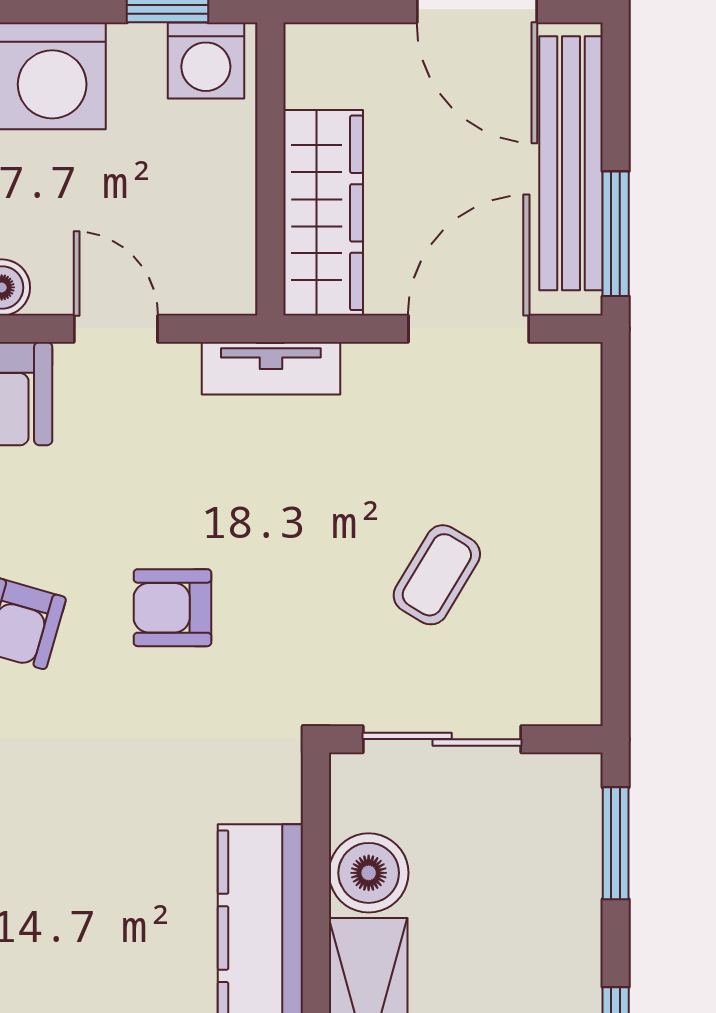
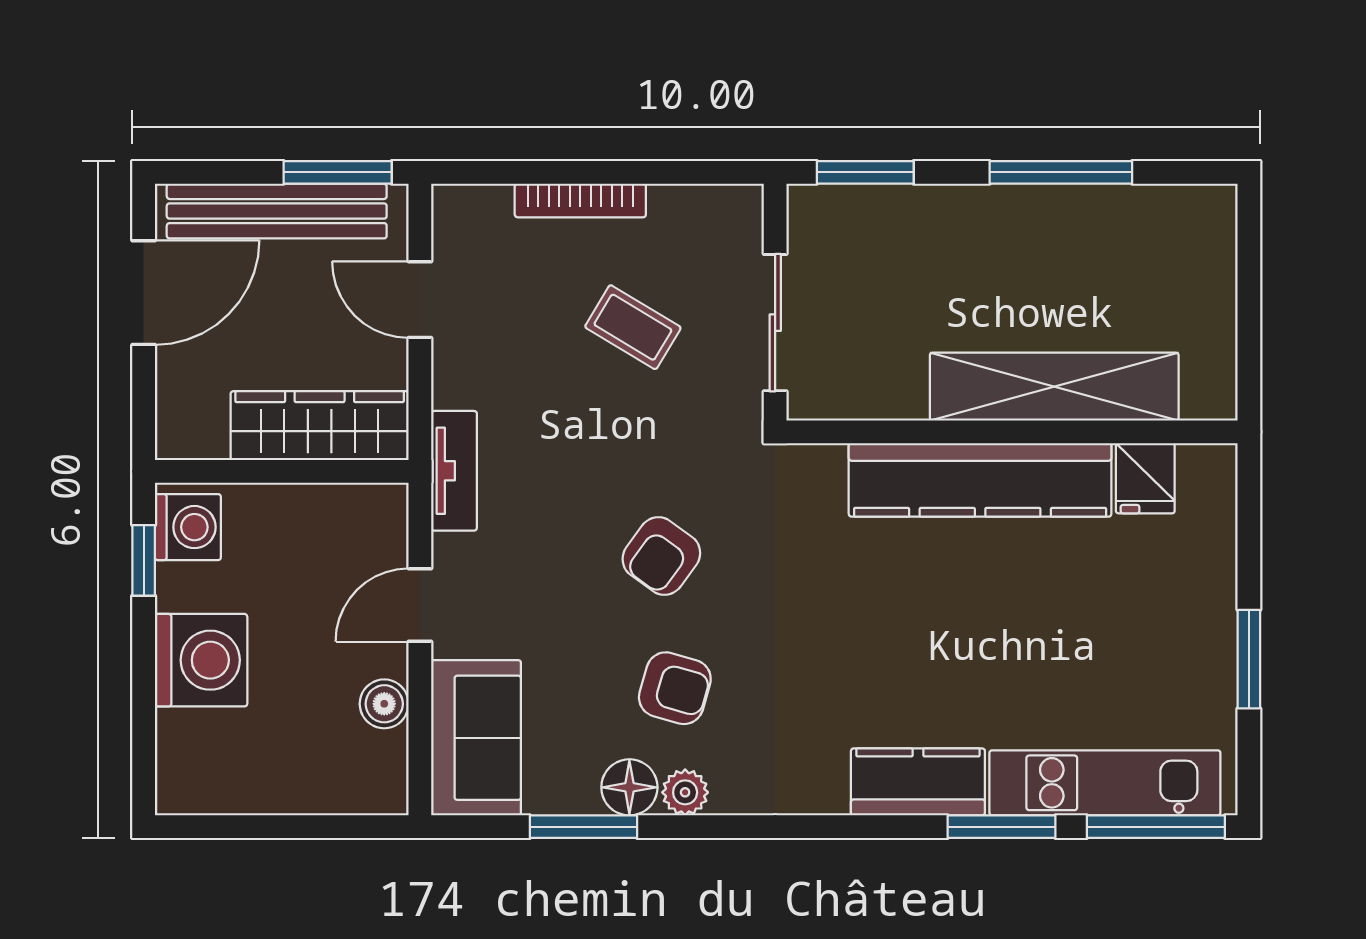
door: (469, 329) -> (420, 300), width x0.73
bookcase: (583, 514) -> (580, 200), added
armchair: (172, 608) -> (661, 556), turned 36
boiler: (369, 873) -> (891, 386), removed

